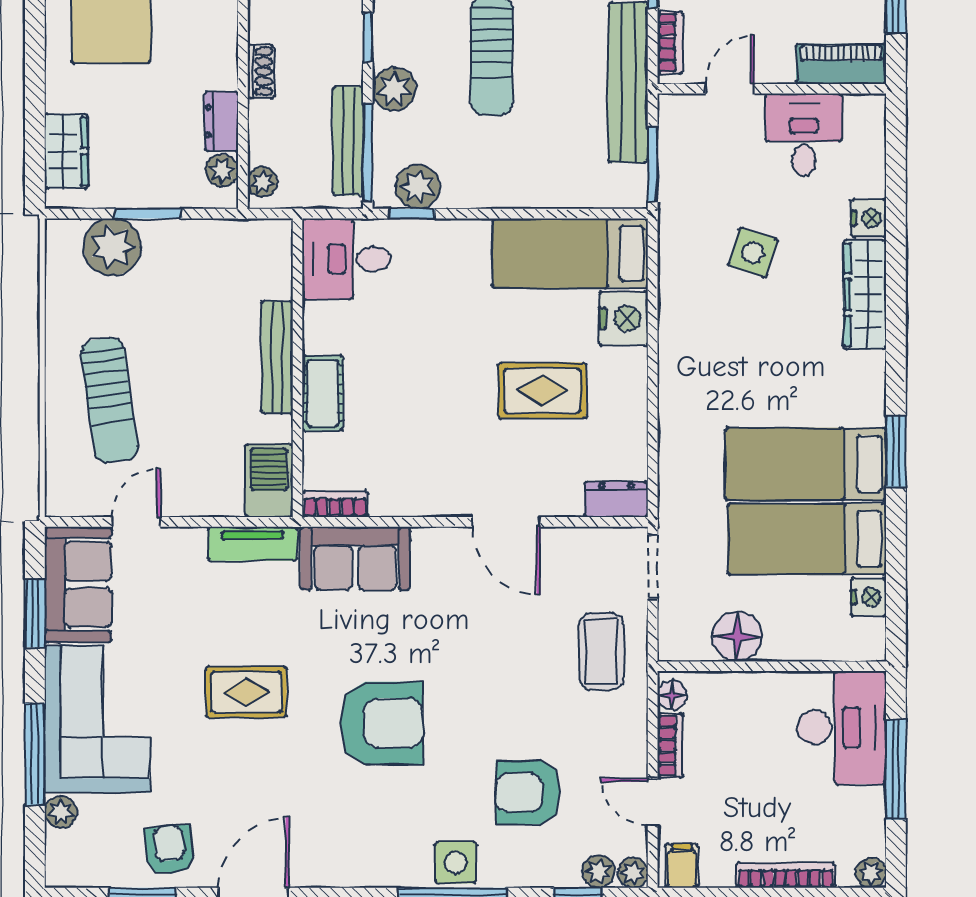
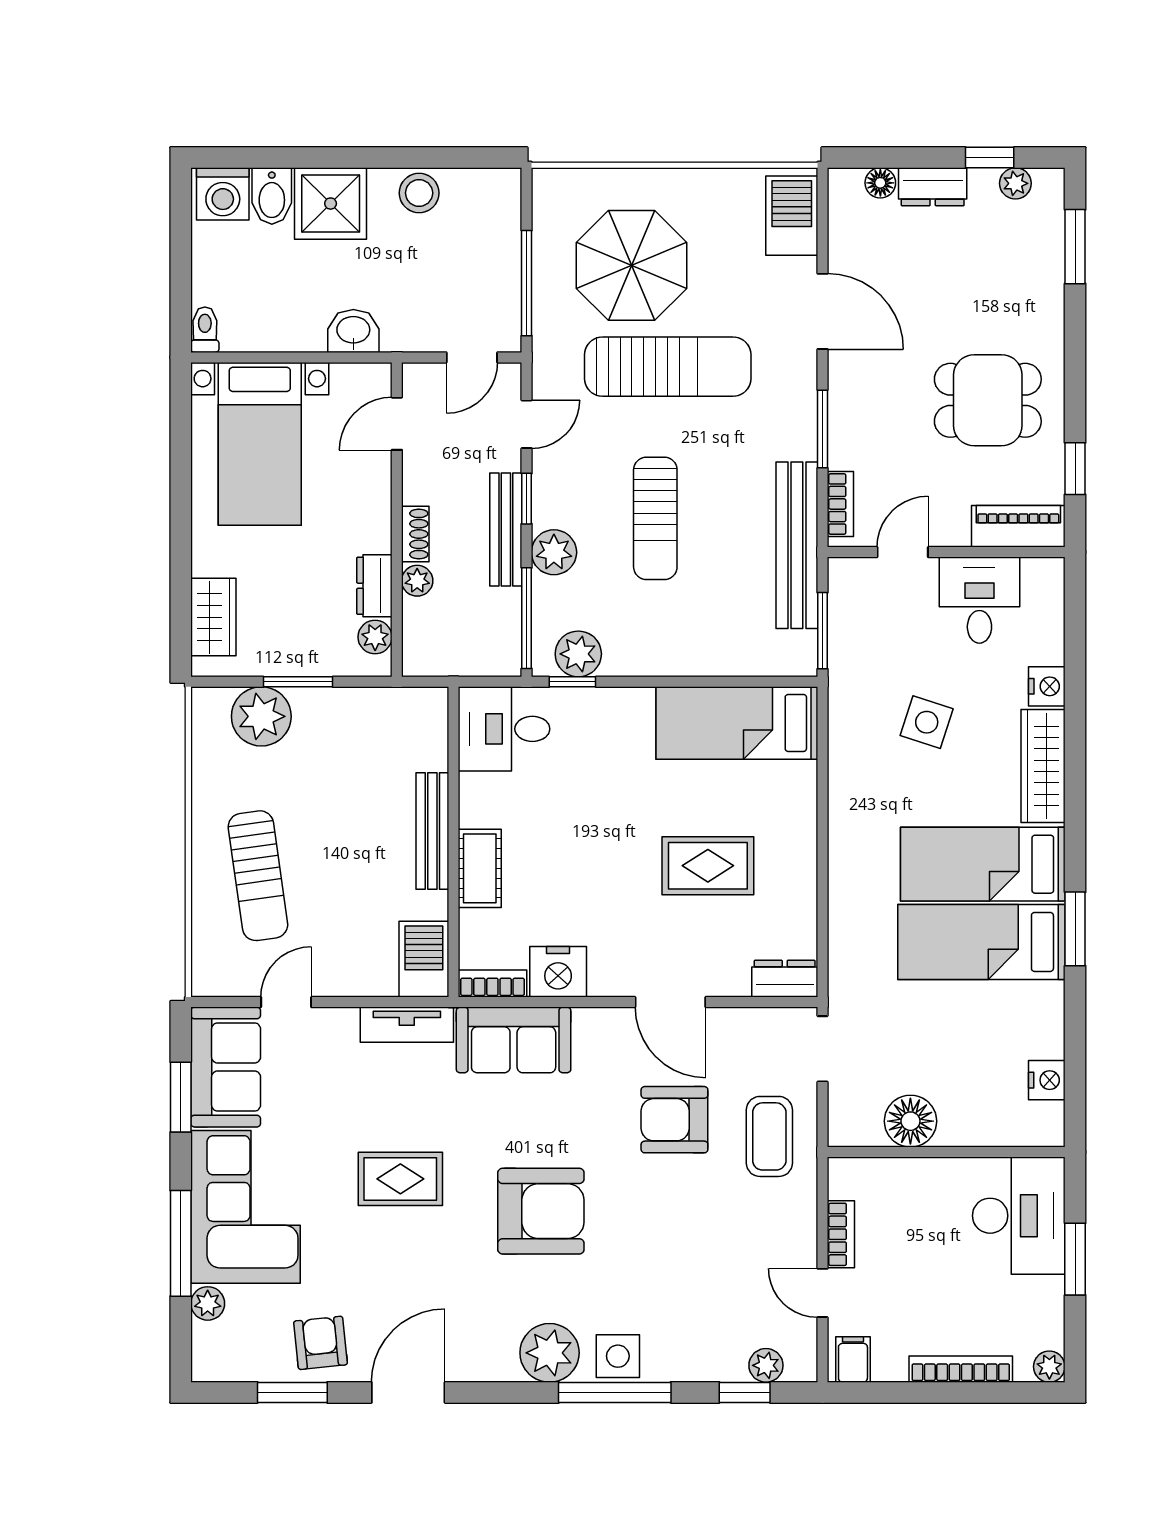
bench: (348, 141) -> (506, 530), moved
plant: (263, 182) -> (417, 581), moved
nightstand: (624, 319) -> (558, 972), moved, turned 90
bed: (807, 539) -> (983, 864), moved
floor lamp: (672, 695) -> (843, 1182), removed
window: (896, 769) -> (1075, 1259), width x0.69
armchair: (528, 792) -> (674, 1120), moved
plant: (633, 873) -> (550, 1353), moved, width x1.87, depth x1.87

